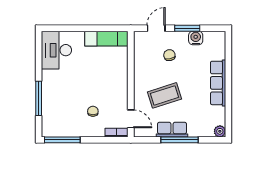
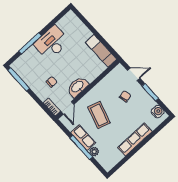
water cooler: (196, 38) -> (158, 112), moved
desk: (56, 50) -> (52, 43), moved
washbasin: (120, 91) -> (78, 87), added
coffee table: (165, 95) -> (99, 115), turned 35
plant: (220, 131) -> (94, 152), moved

